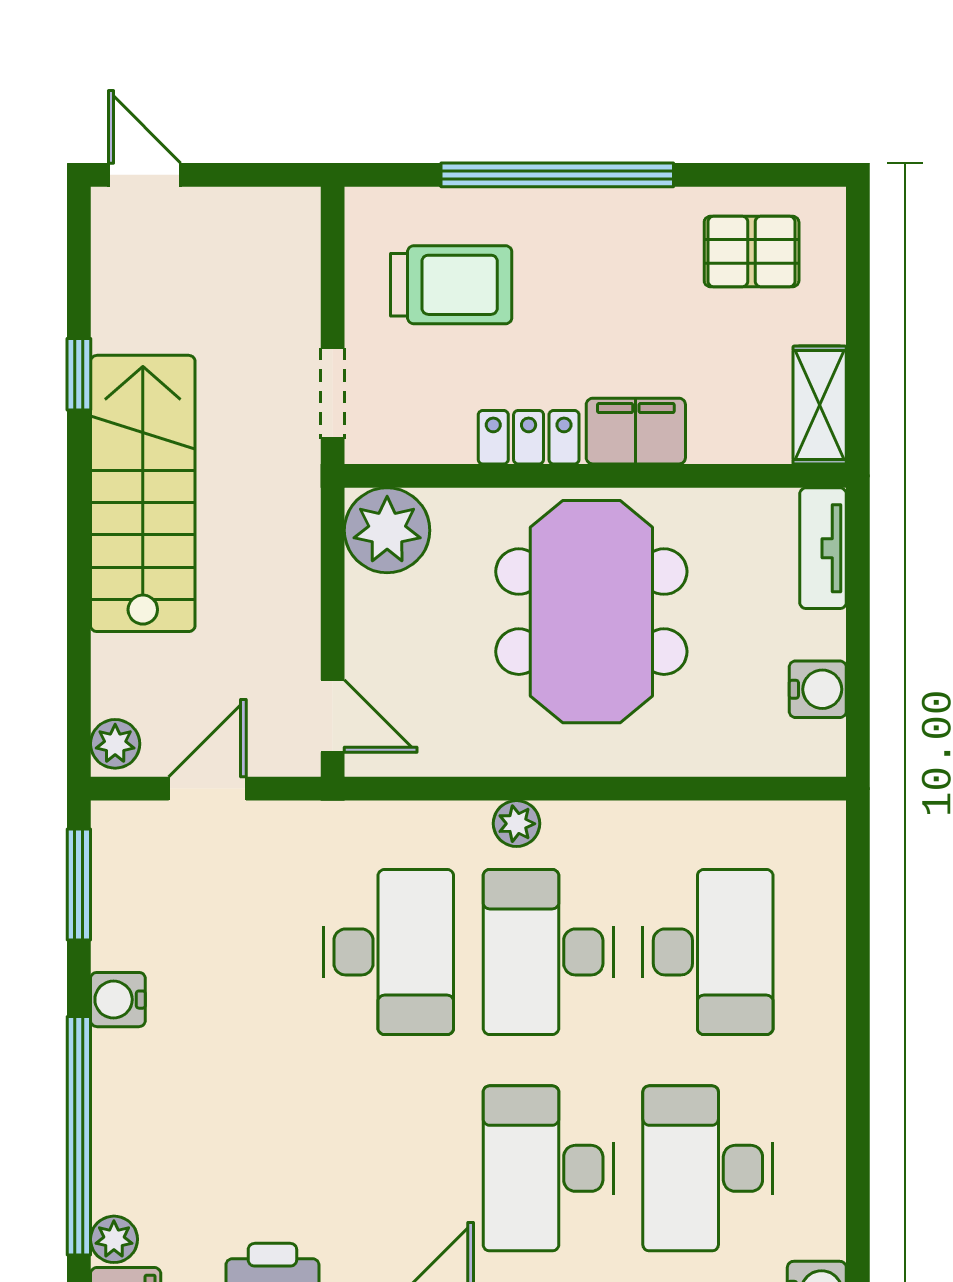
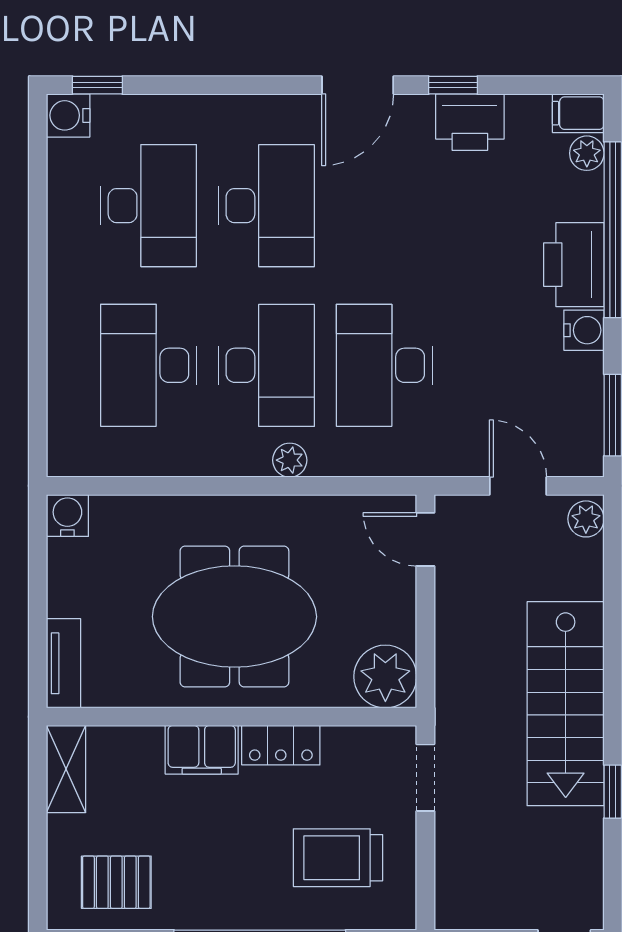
meeting table: (591, 612) -> (234, 617), turned 90
water cooler: (818, 689) -> (67, 515), moved, turned 90
door: (207, 789) -> (518, 486), swing flipped
printer: (131, 1088) -> (574, 265), added

